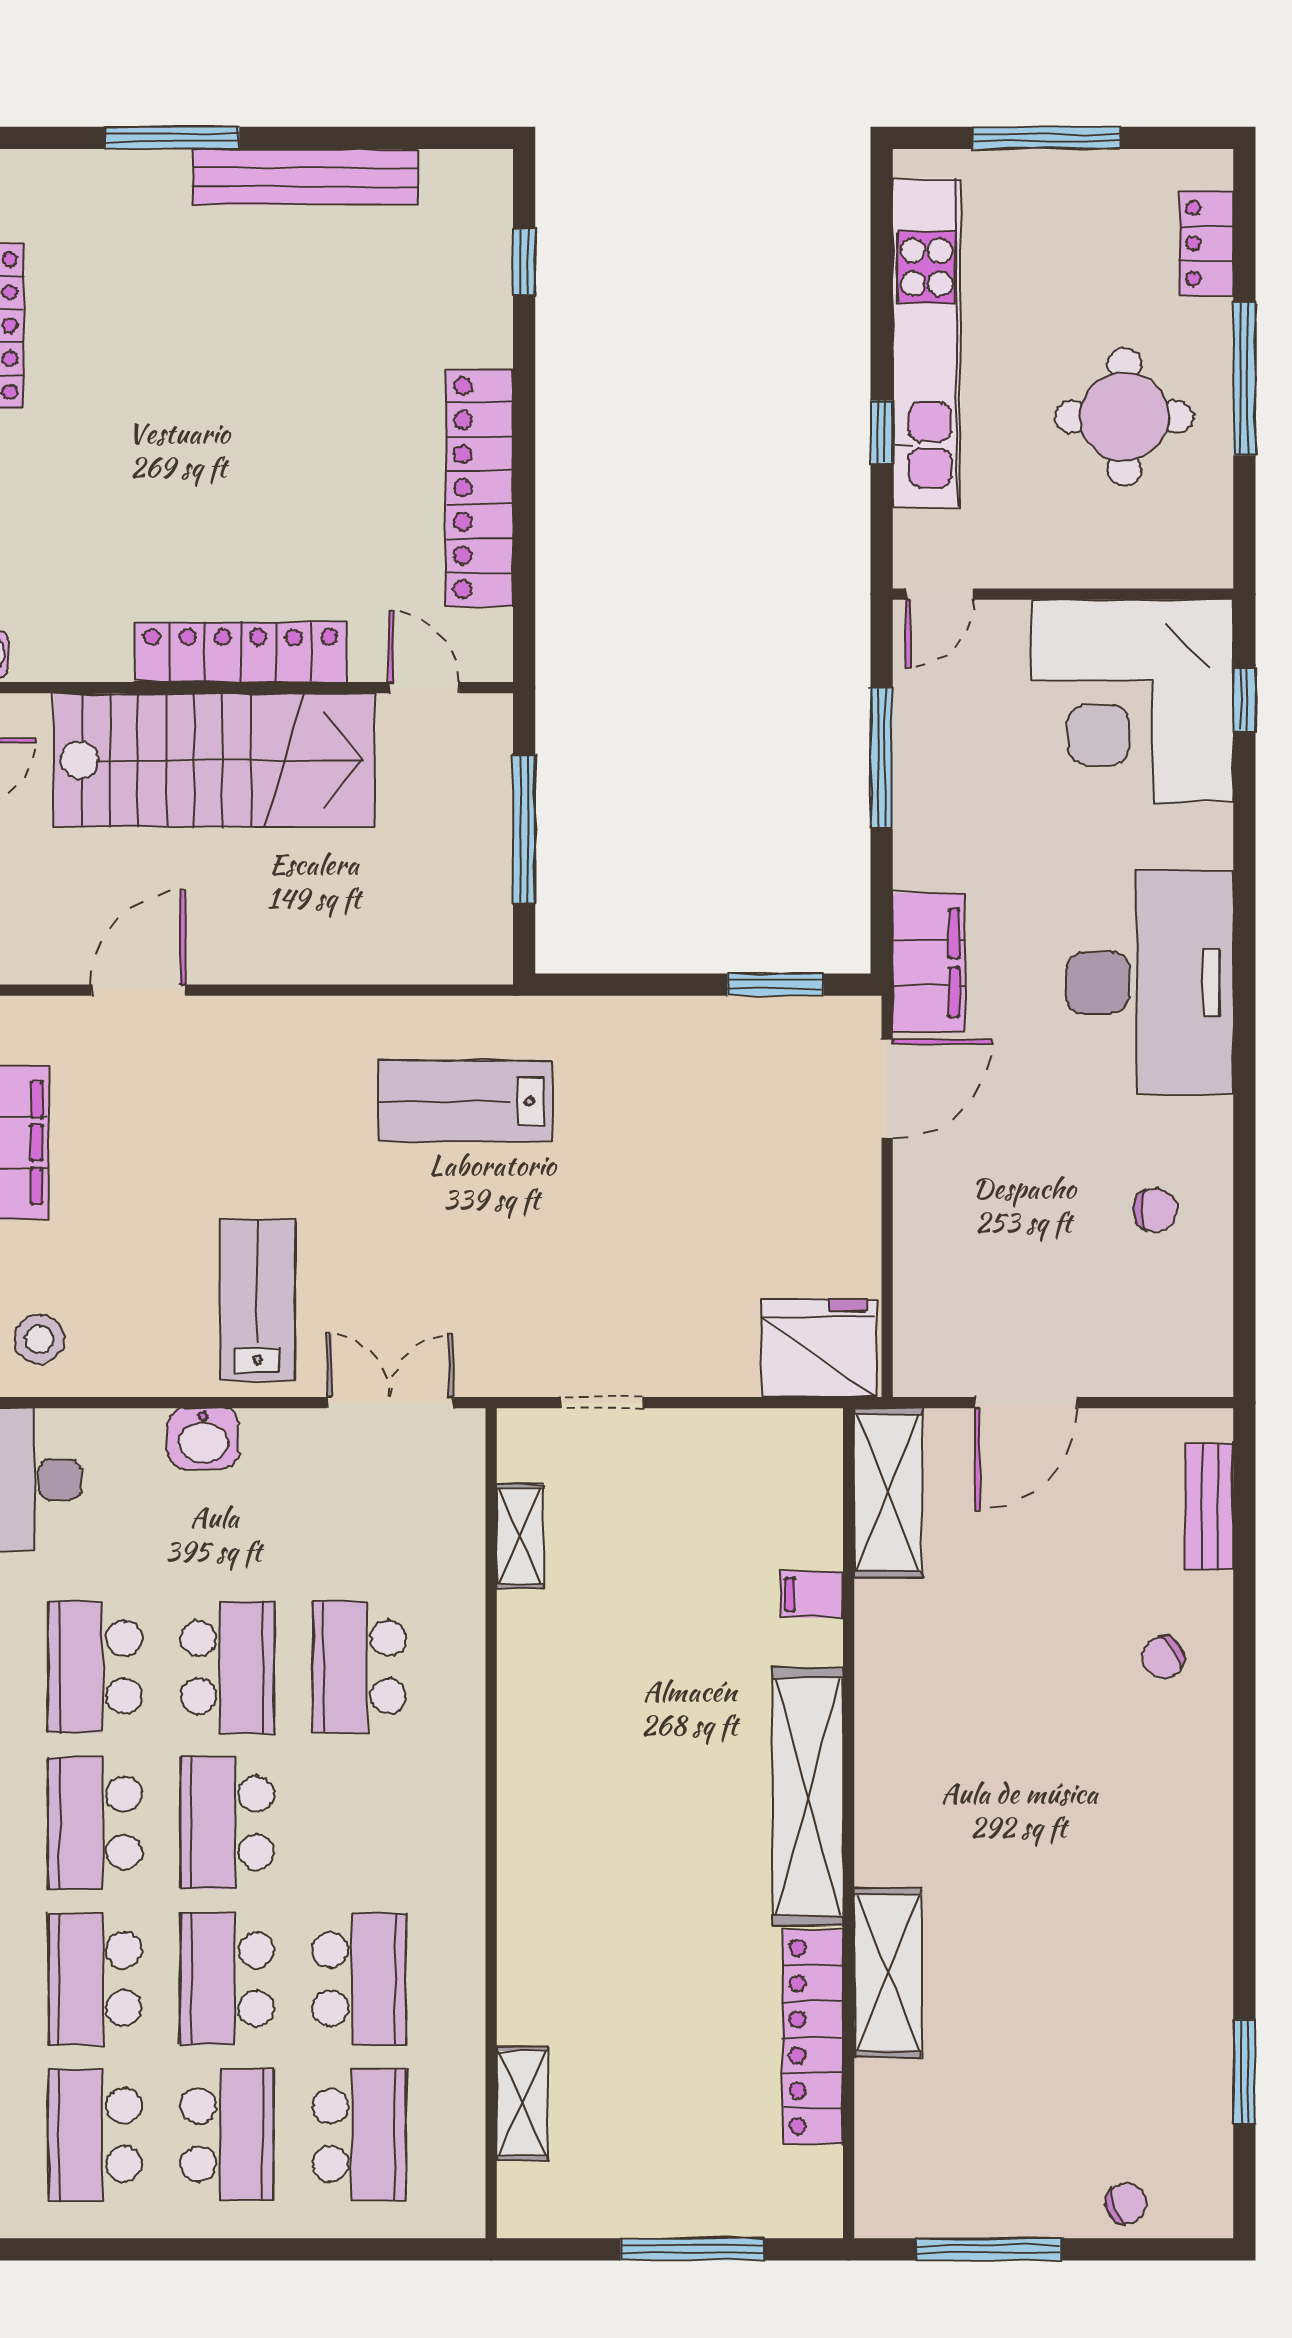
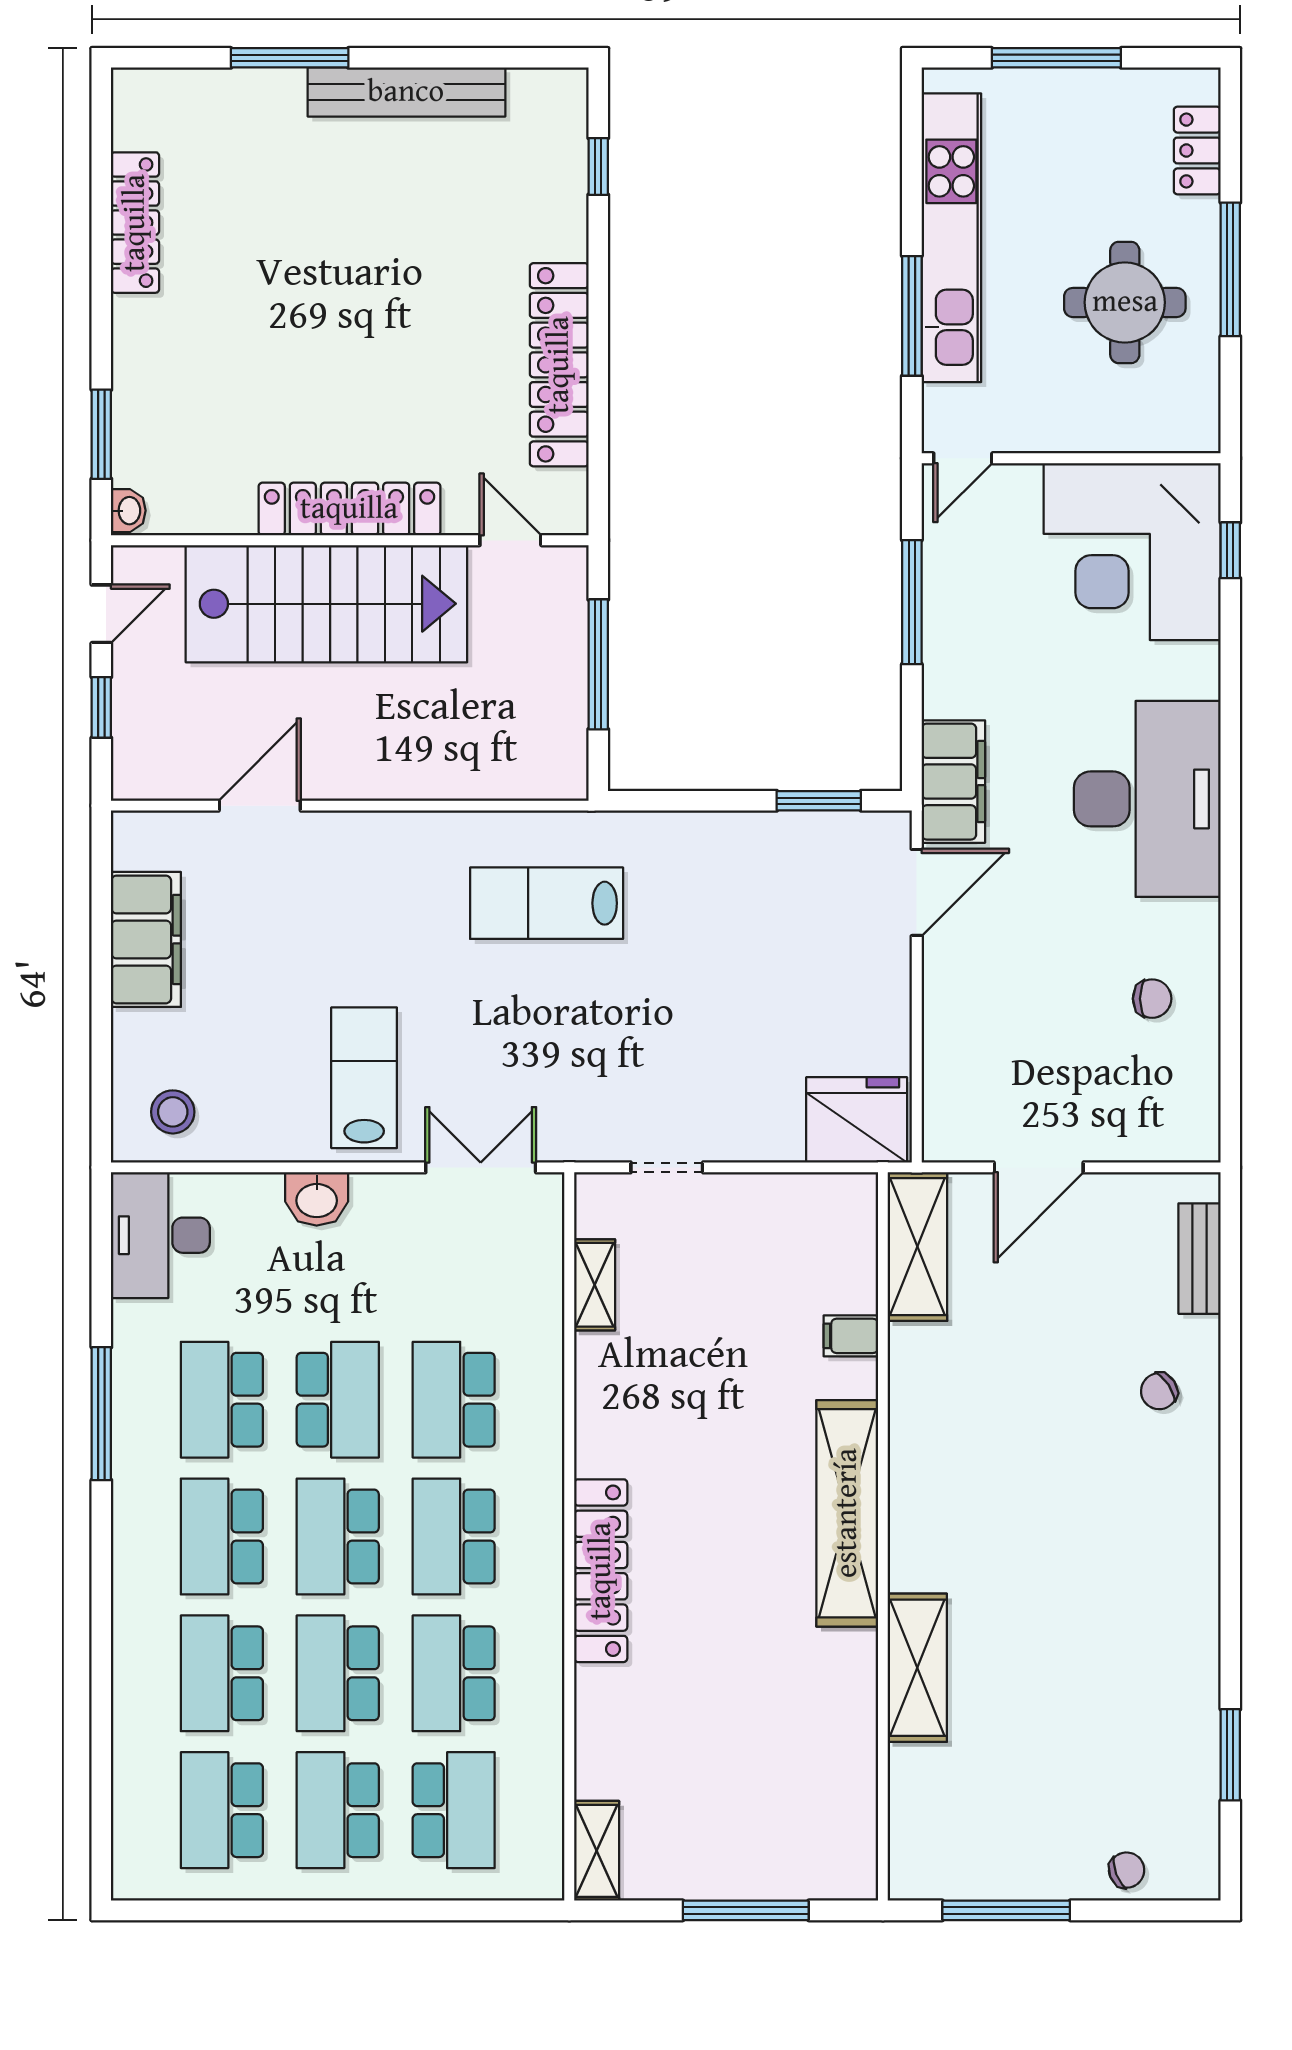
window: (882, 432) -> (912, 316), width x2.17
school desk: (359, 1823) -> (454, 1536), added
school desk: (359, 1979) -> (454, 1673), turned 180
locker: (813, 2037) -> (601, 1571), moved, turned 180
shelving: (522, 2103) -> (597, 1851), moved
school desk: (227, 2135) -> (338, 1810), turned 180

